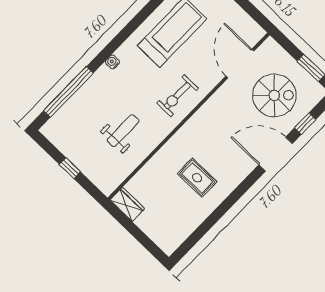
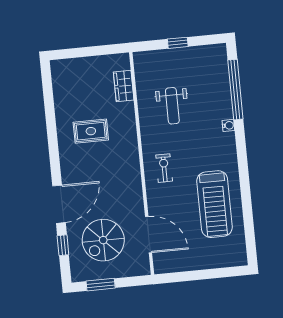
water cooler: (112, 62) -> (228, 125), moved
exercise bike: (177, 96) -> (164, 168), width x0.73, depth x0.72
wardrobe: (127, 204) -> (124, 86), moved, turned 90

